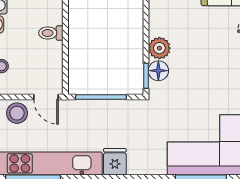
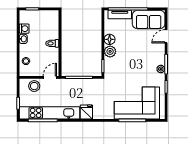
floor lamp: (158, 71) -> (110, 39), moved
door: (46, 97) -> (50, 77), swing flipped

